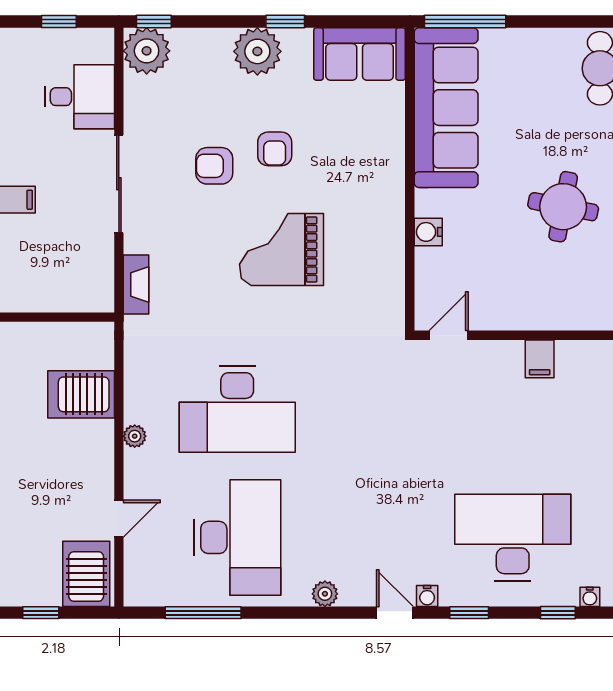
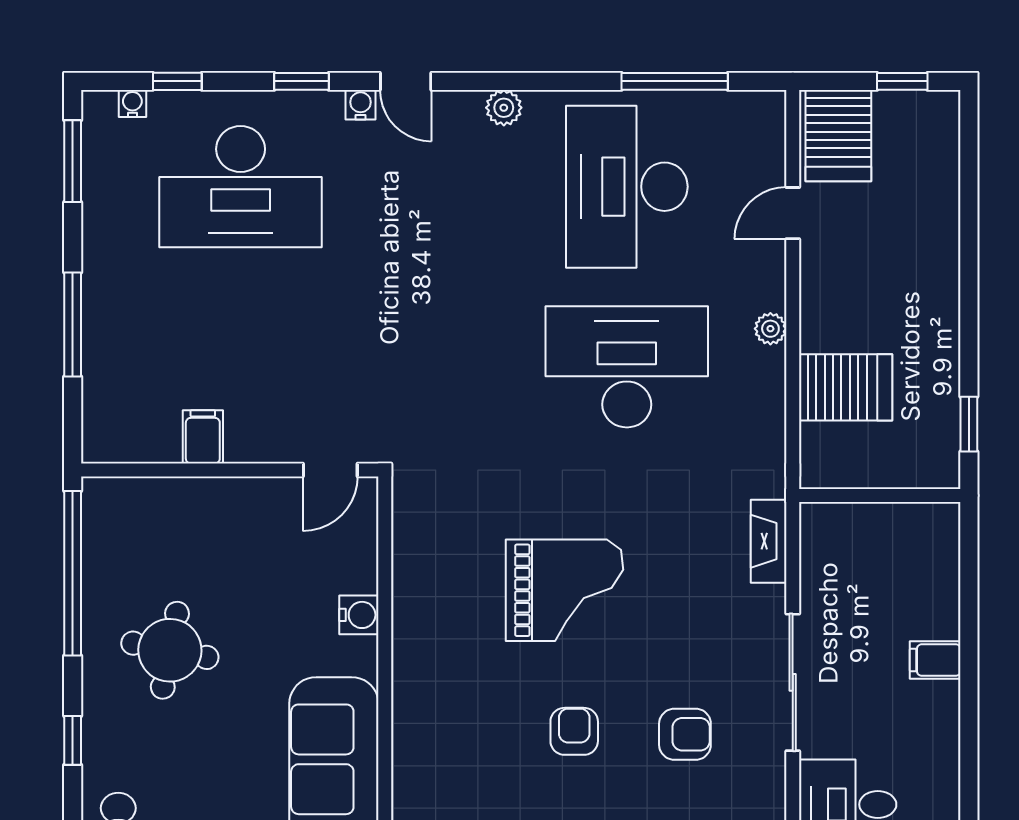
armchair: (214, 166) -> (685, 734), moved

